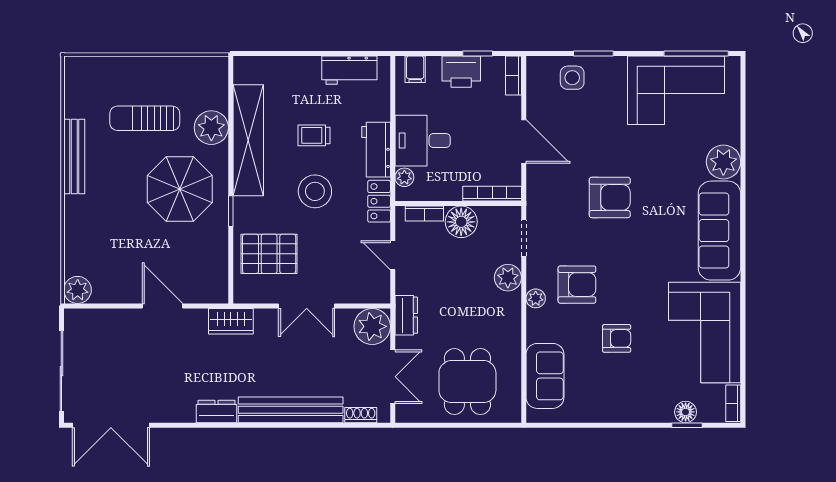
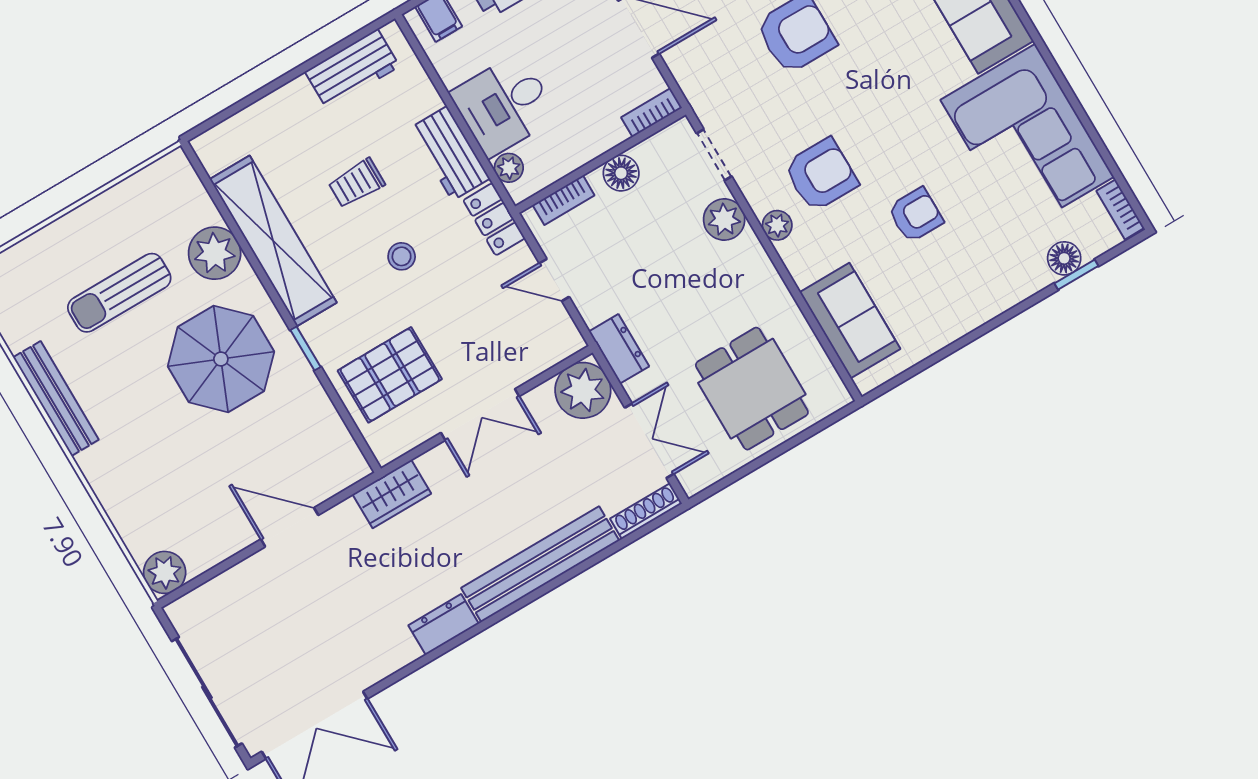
stool: (315, 191) -> (402, 256), width x0.53, depth x0.53
bookcase: (492, 194) -> (652, 113), width x0.64
floor lamp: (461, 222) -> (621, 173), width x0.73, depth x0.73
shoe rack: (361, 415) -> (646, 511), width x1.43

